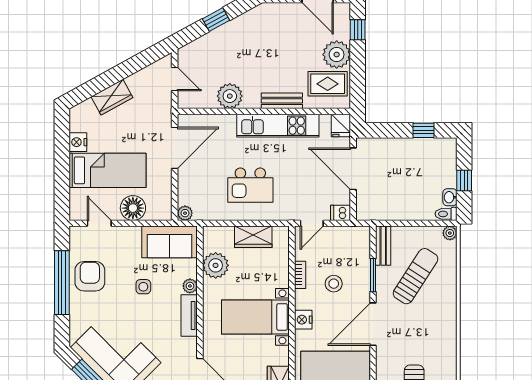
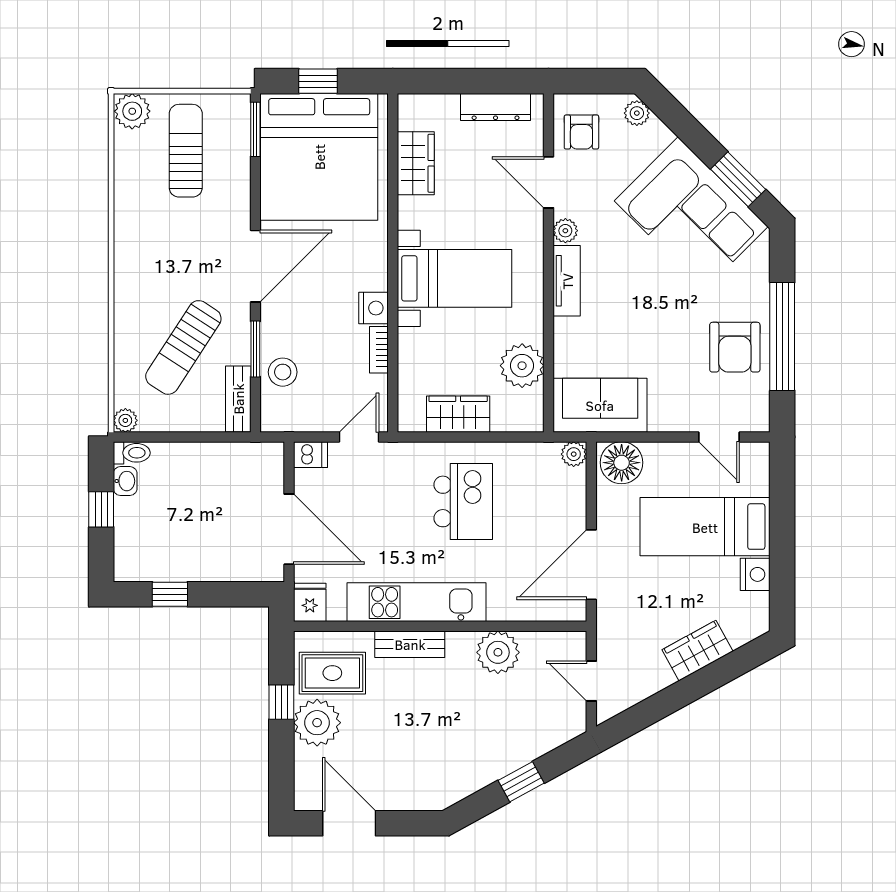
window: (358, 30) -> (281, 702), moved
kitchen island: (250, 185) -> (463, 501), turned 90
floor lamp: (133, 208) -> (622, 463), moved
stool: (334, 284) -> (283, 372), moved
plant: (190, 286) -> (565, 231), moved
side table: (143, 287) -> (644, 329), removed
nightstand: (303, 320) -> (374, 308), moved

